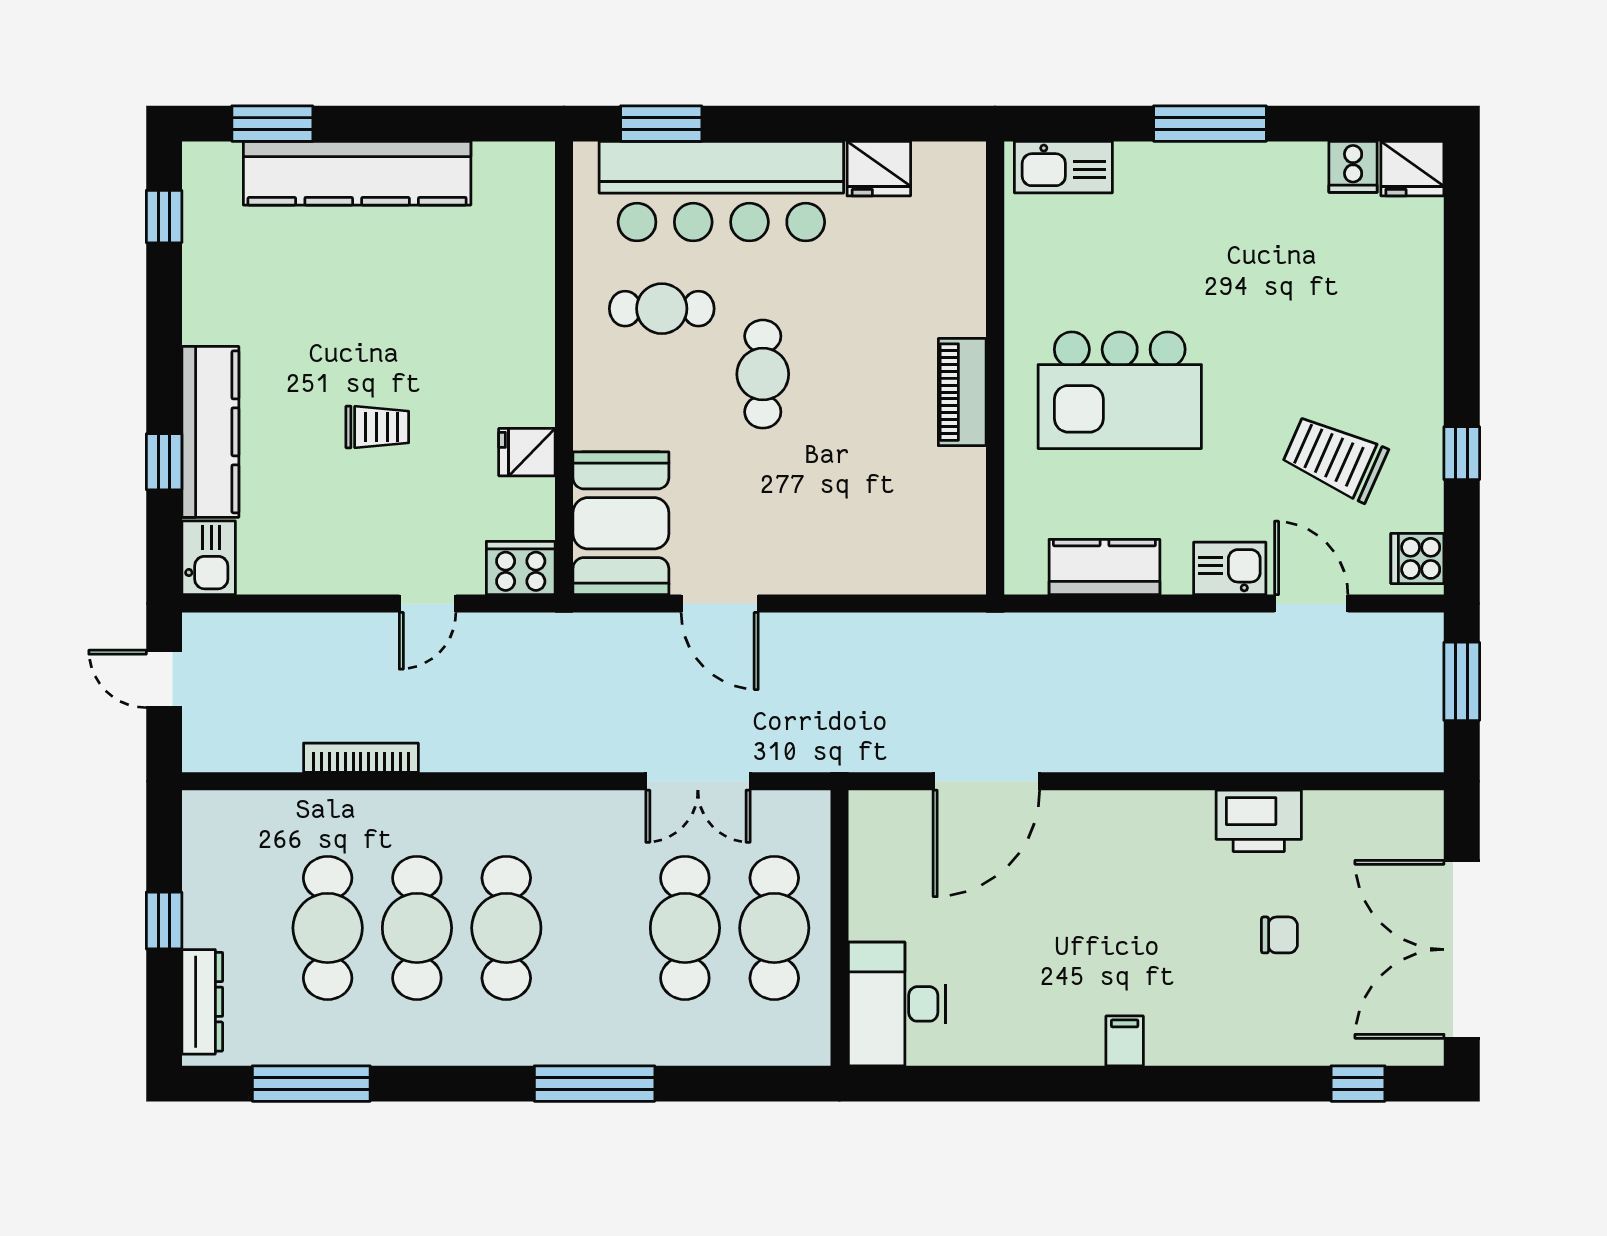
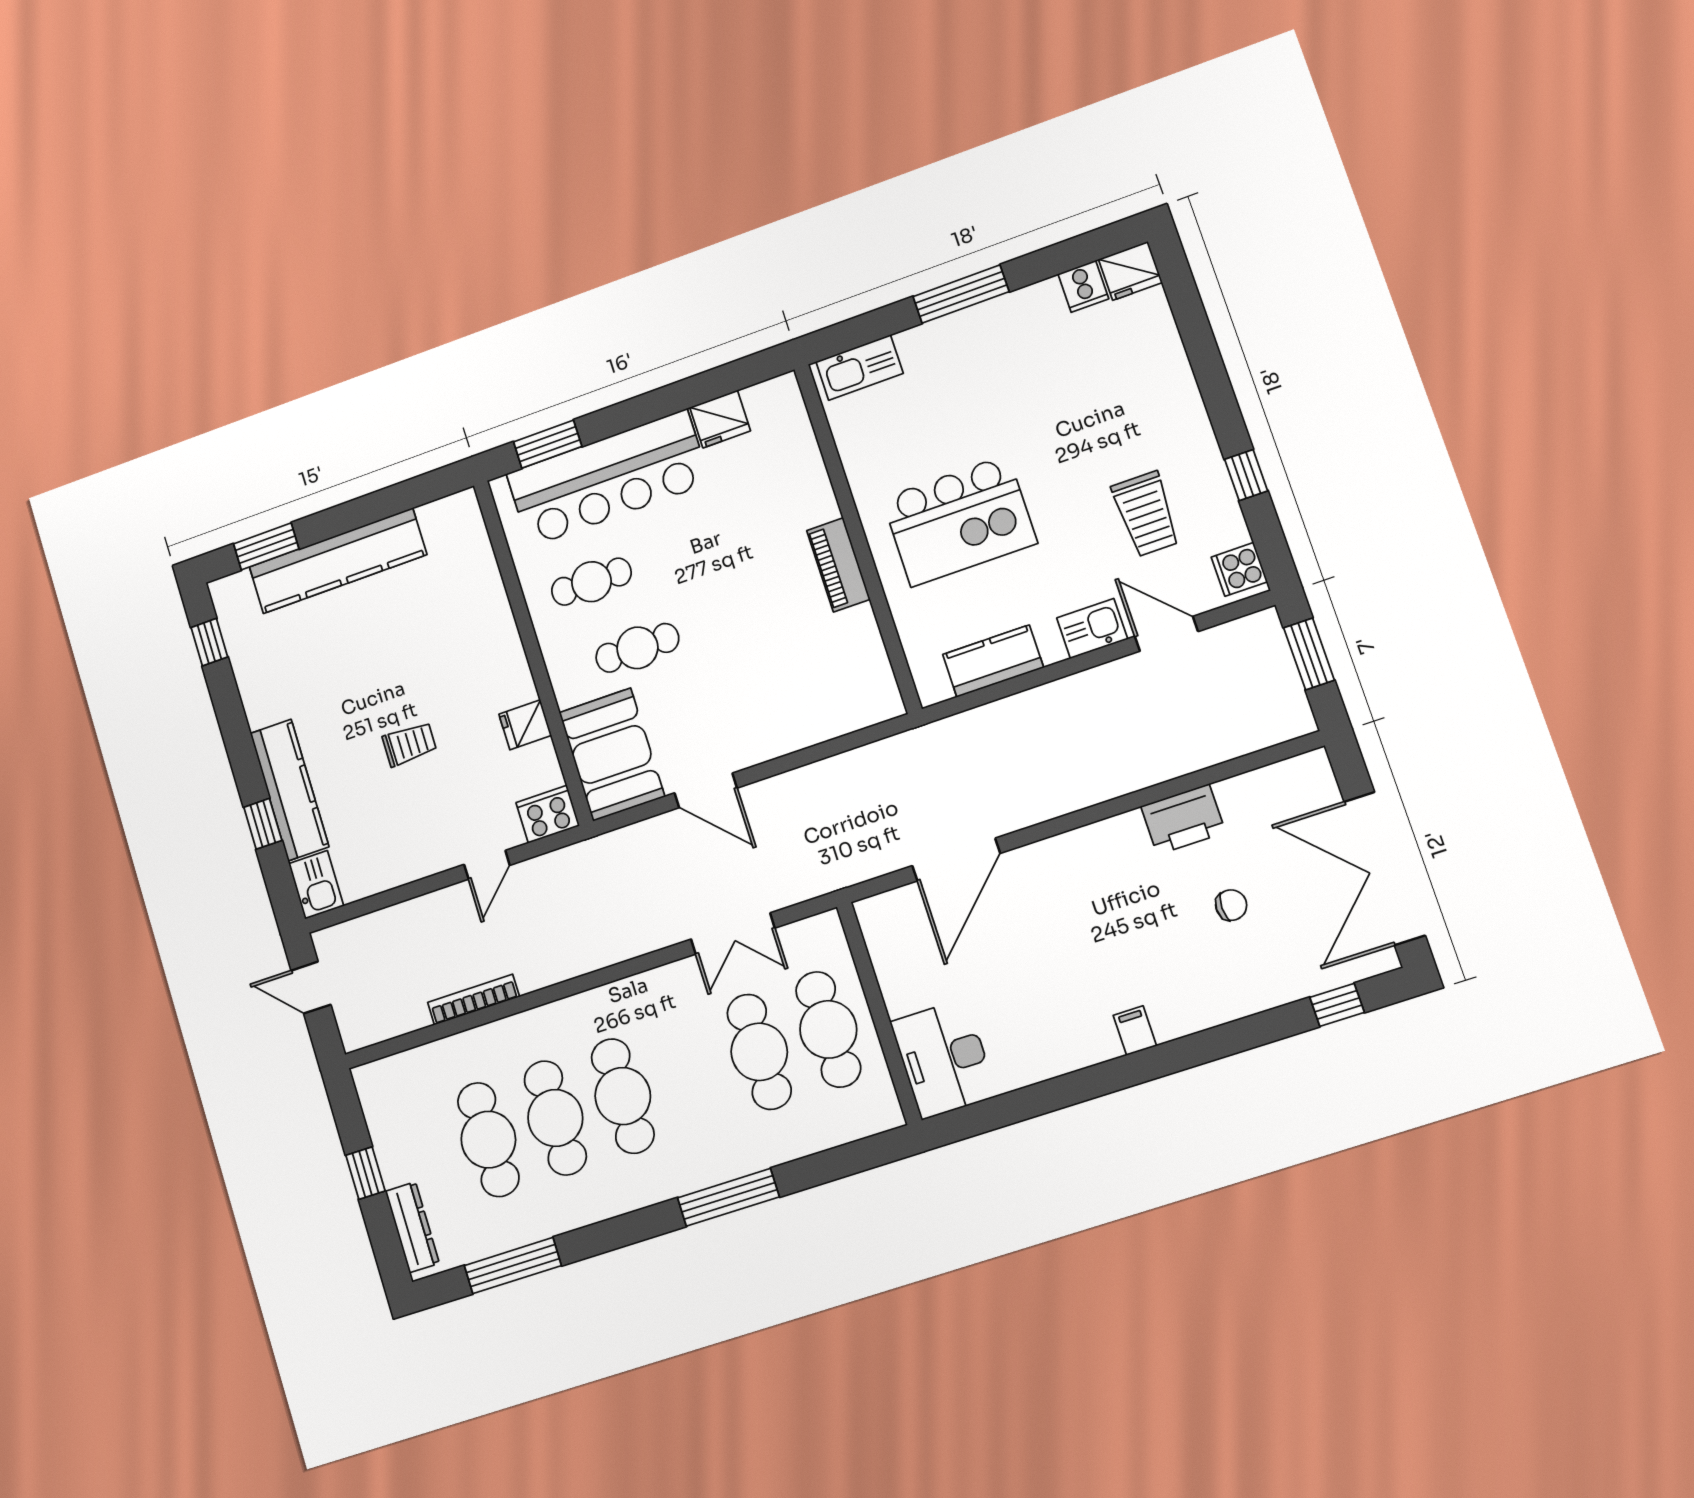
cafe table: (763, 374) -> (637, 648), moved, turned 90
trolley: (1335, 458) -> (1146, 514), turned -114

